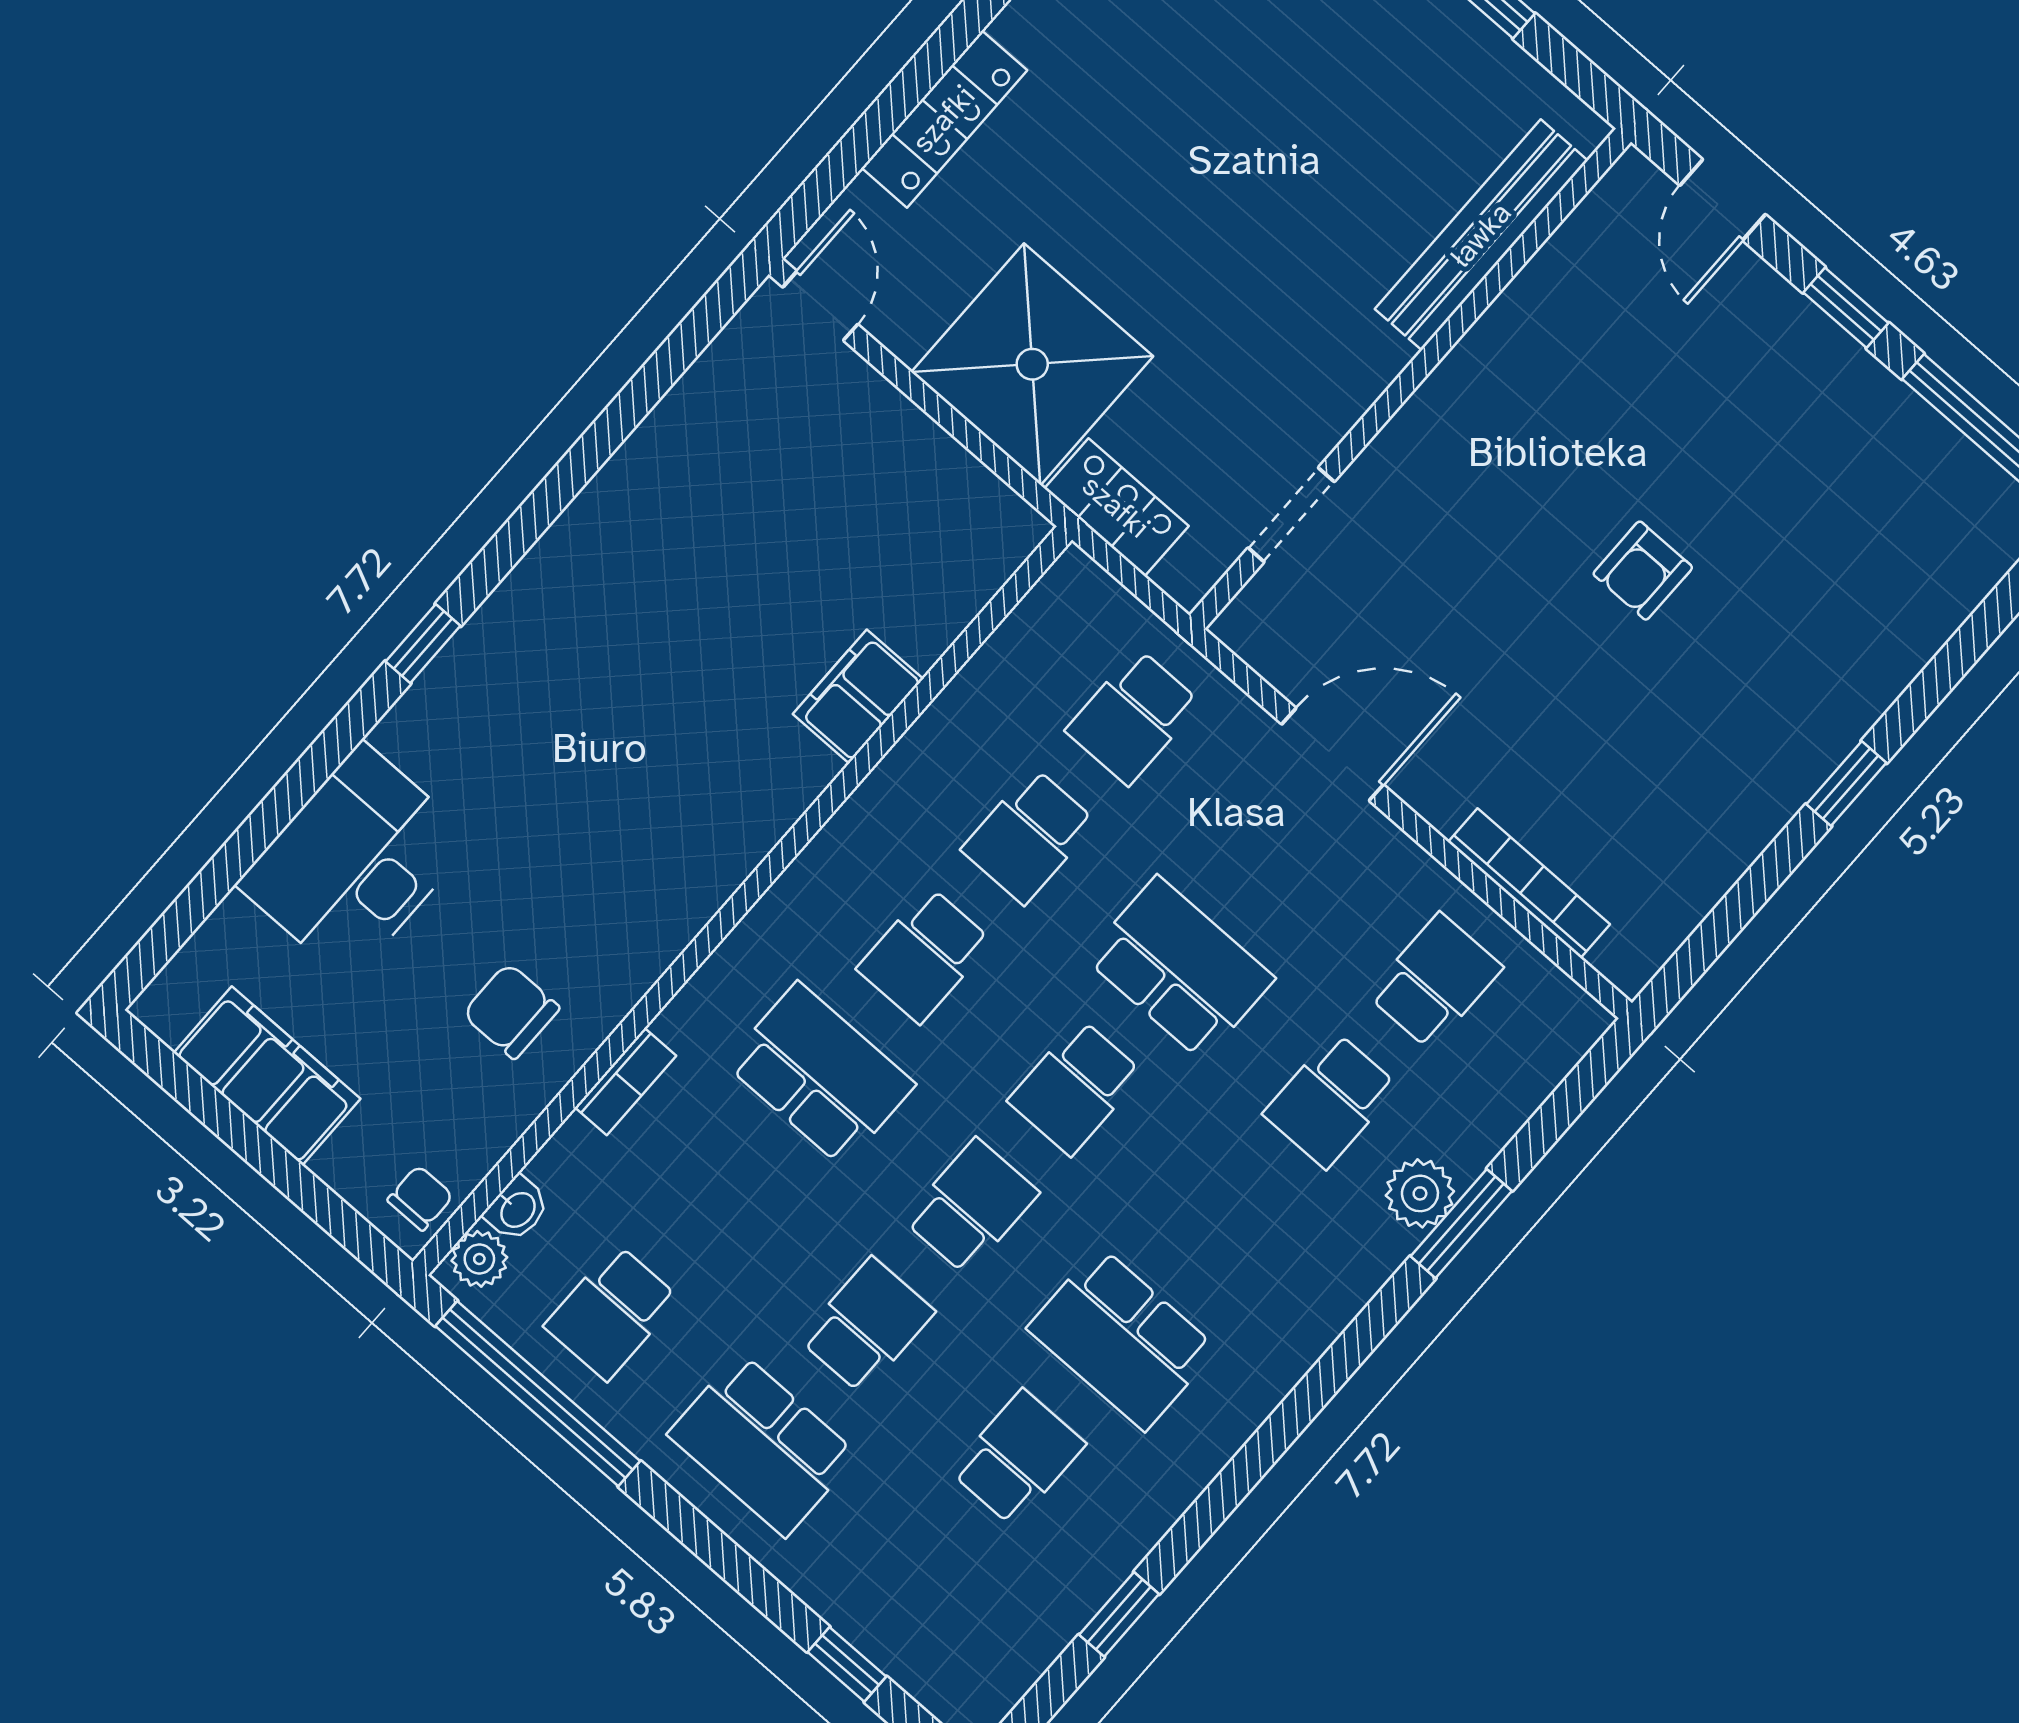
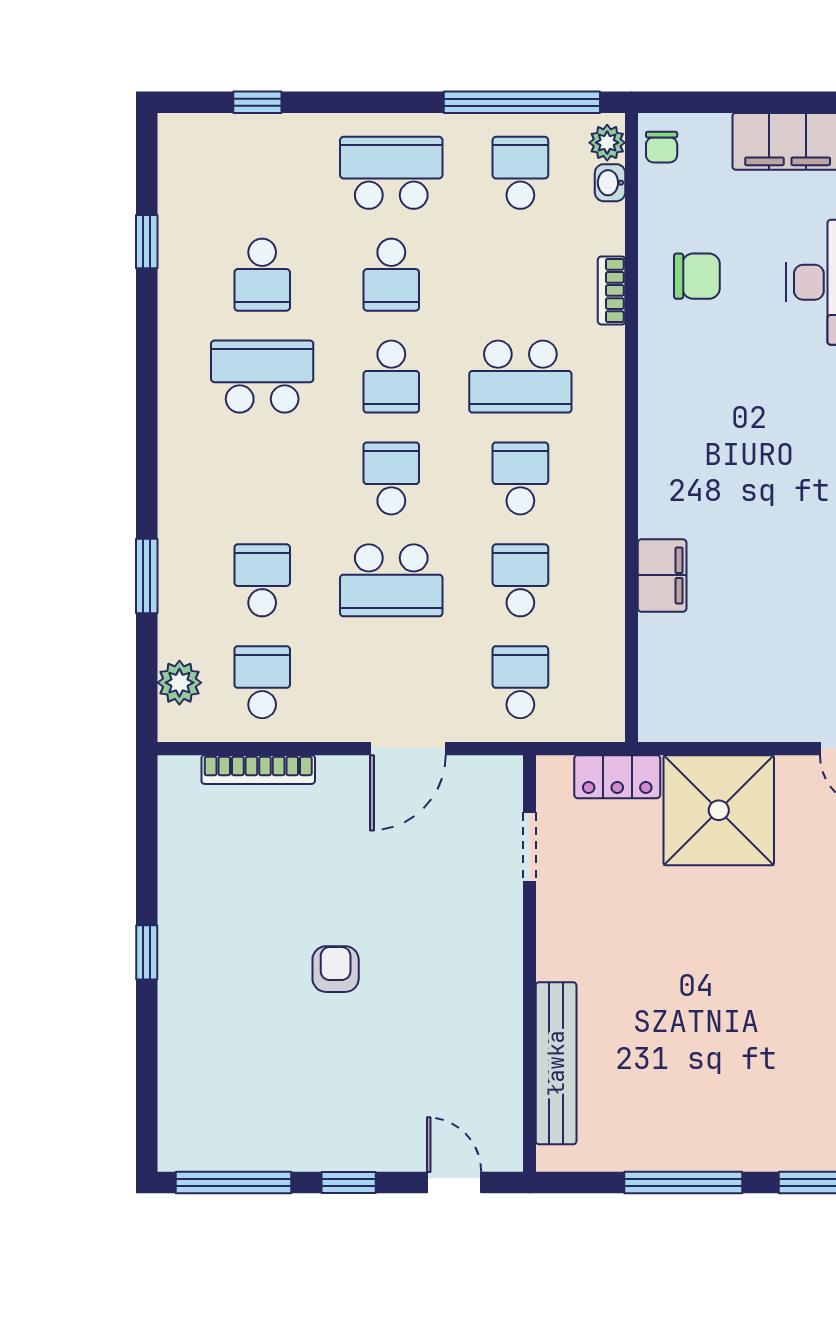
school desk: (1435, 981) -> (262, 682), turned 180
plant: (1420, 1193) -> (179, 683), moved

